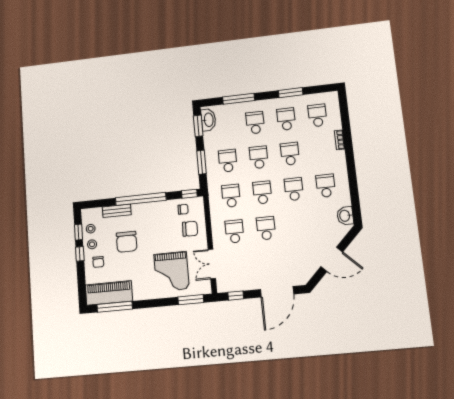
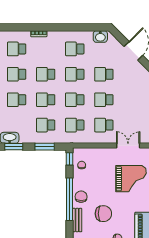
school desk: (298, 225) -> (104, 74), added
chair: (190, 229) -> (81, 197), moved
double door: (212, 264) -> (128, 146), swing flipped

